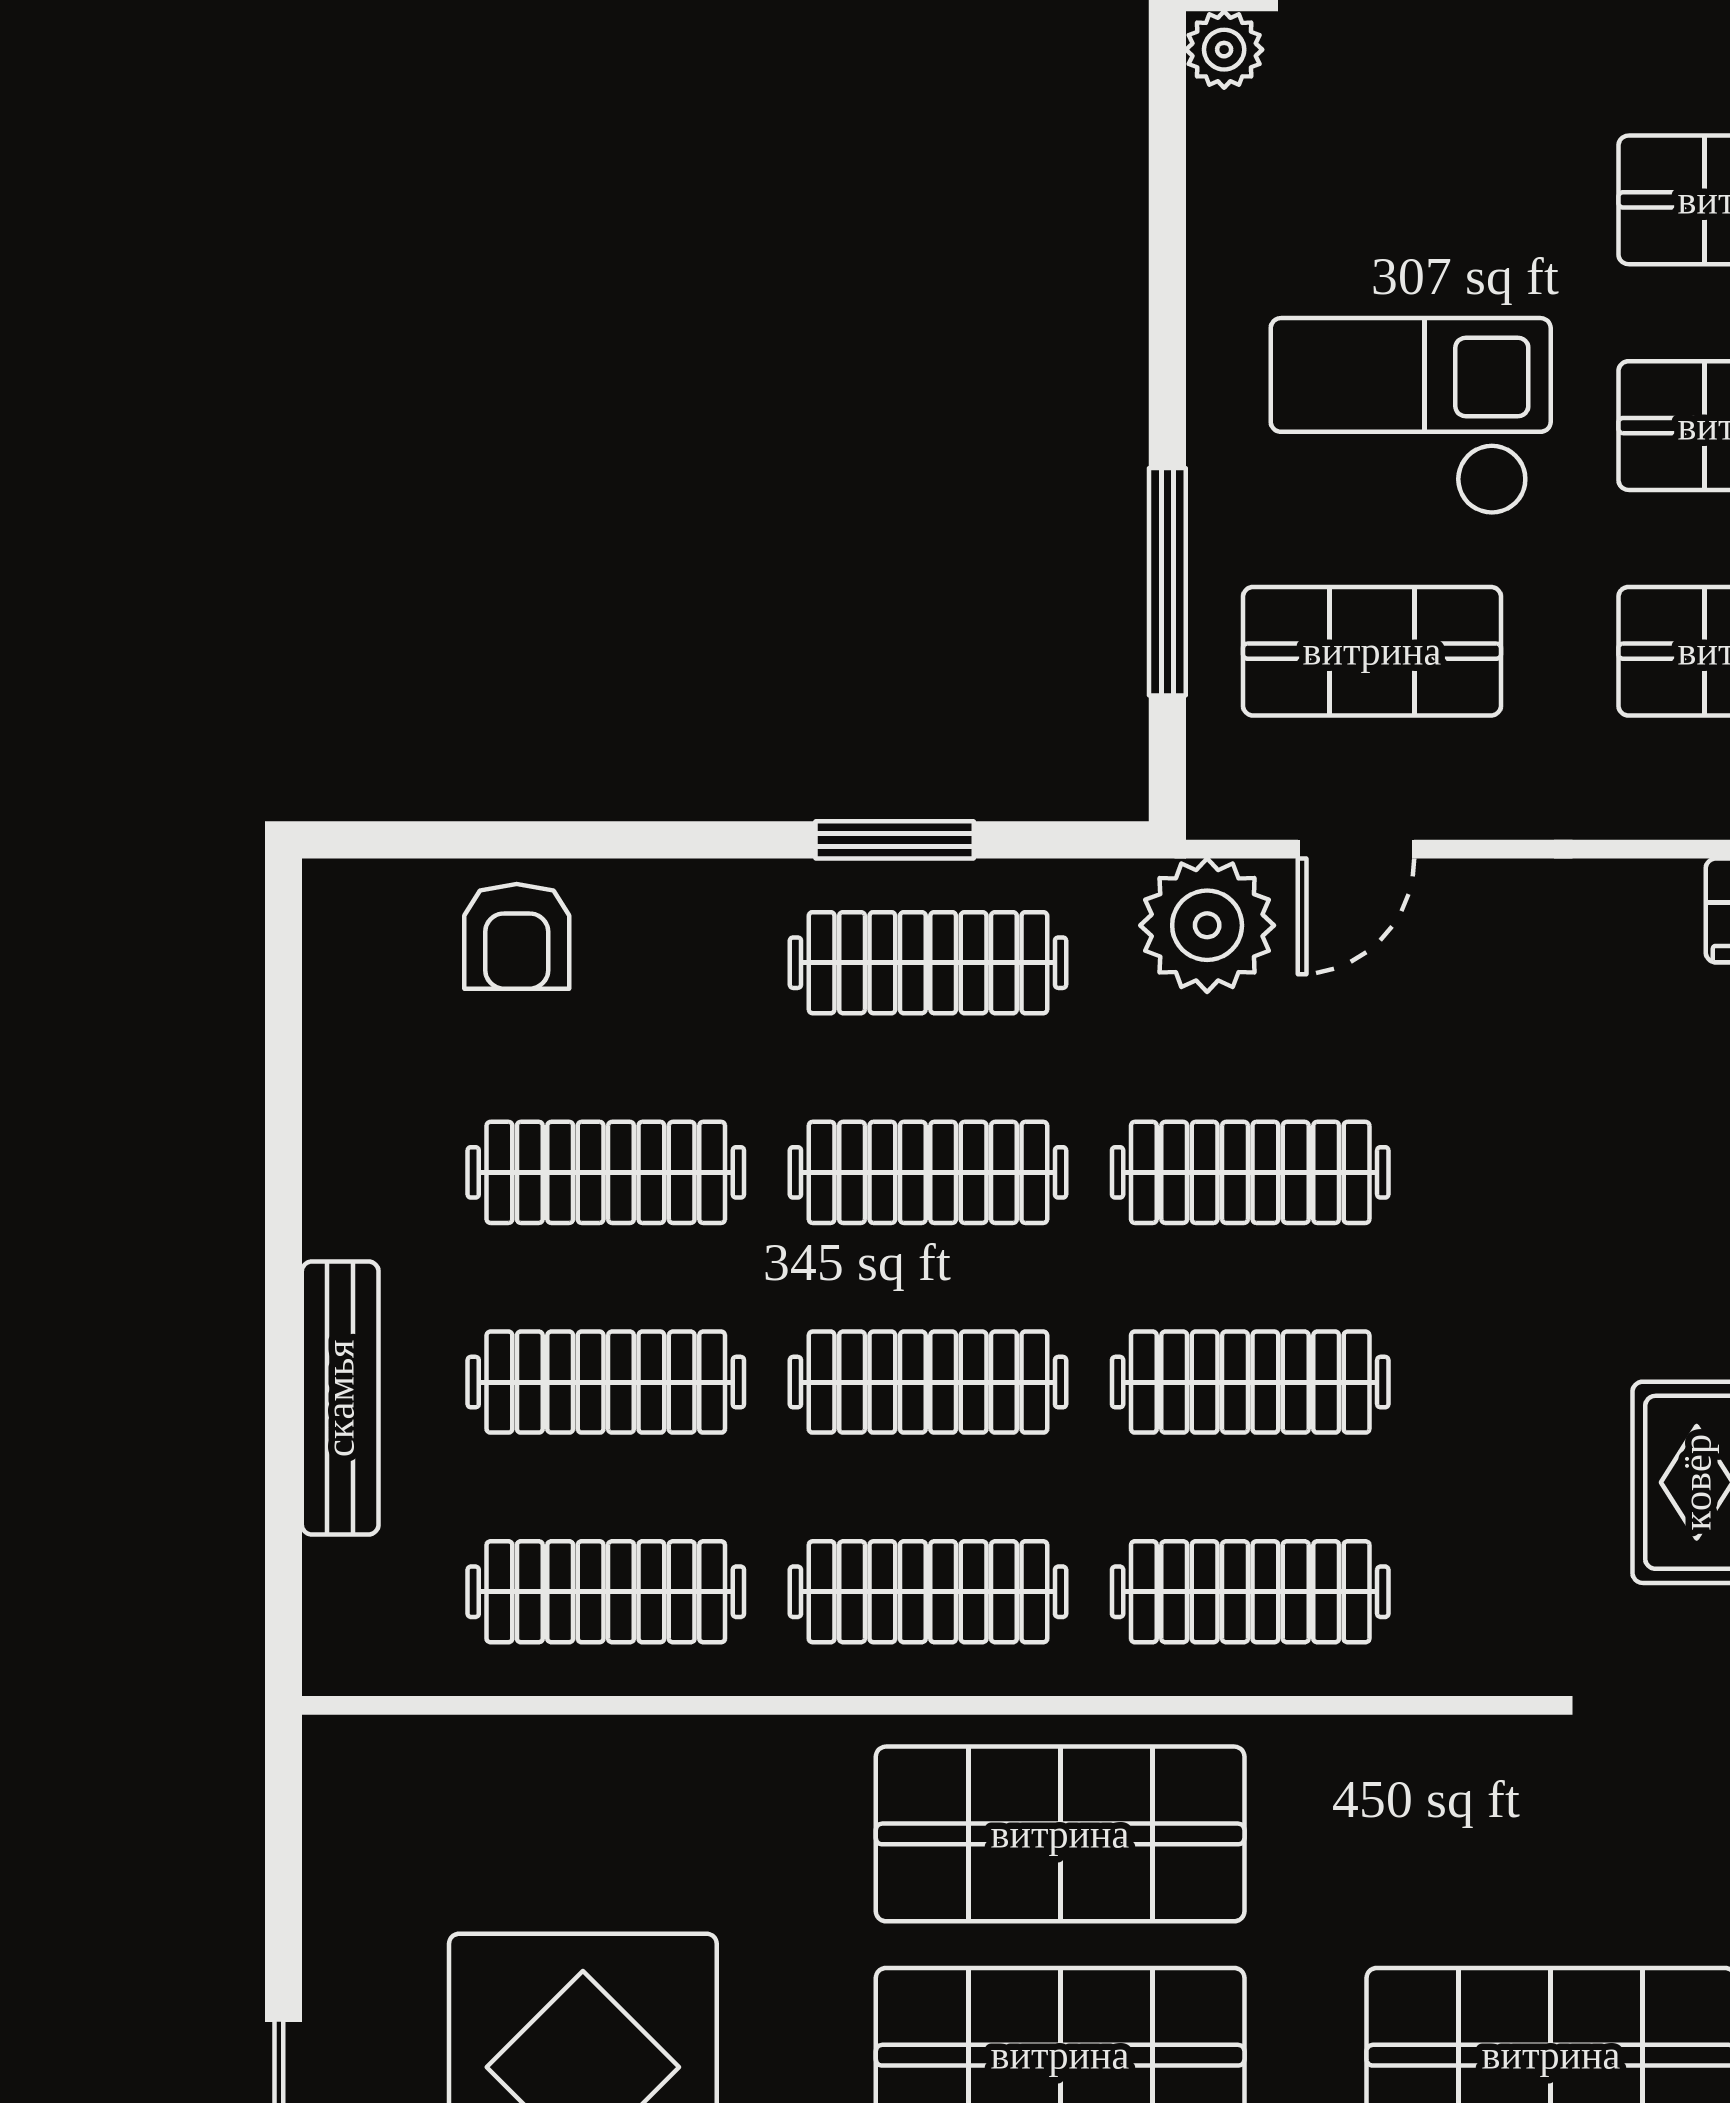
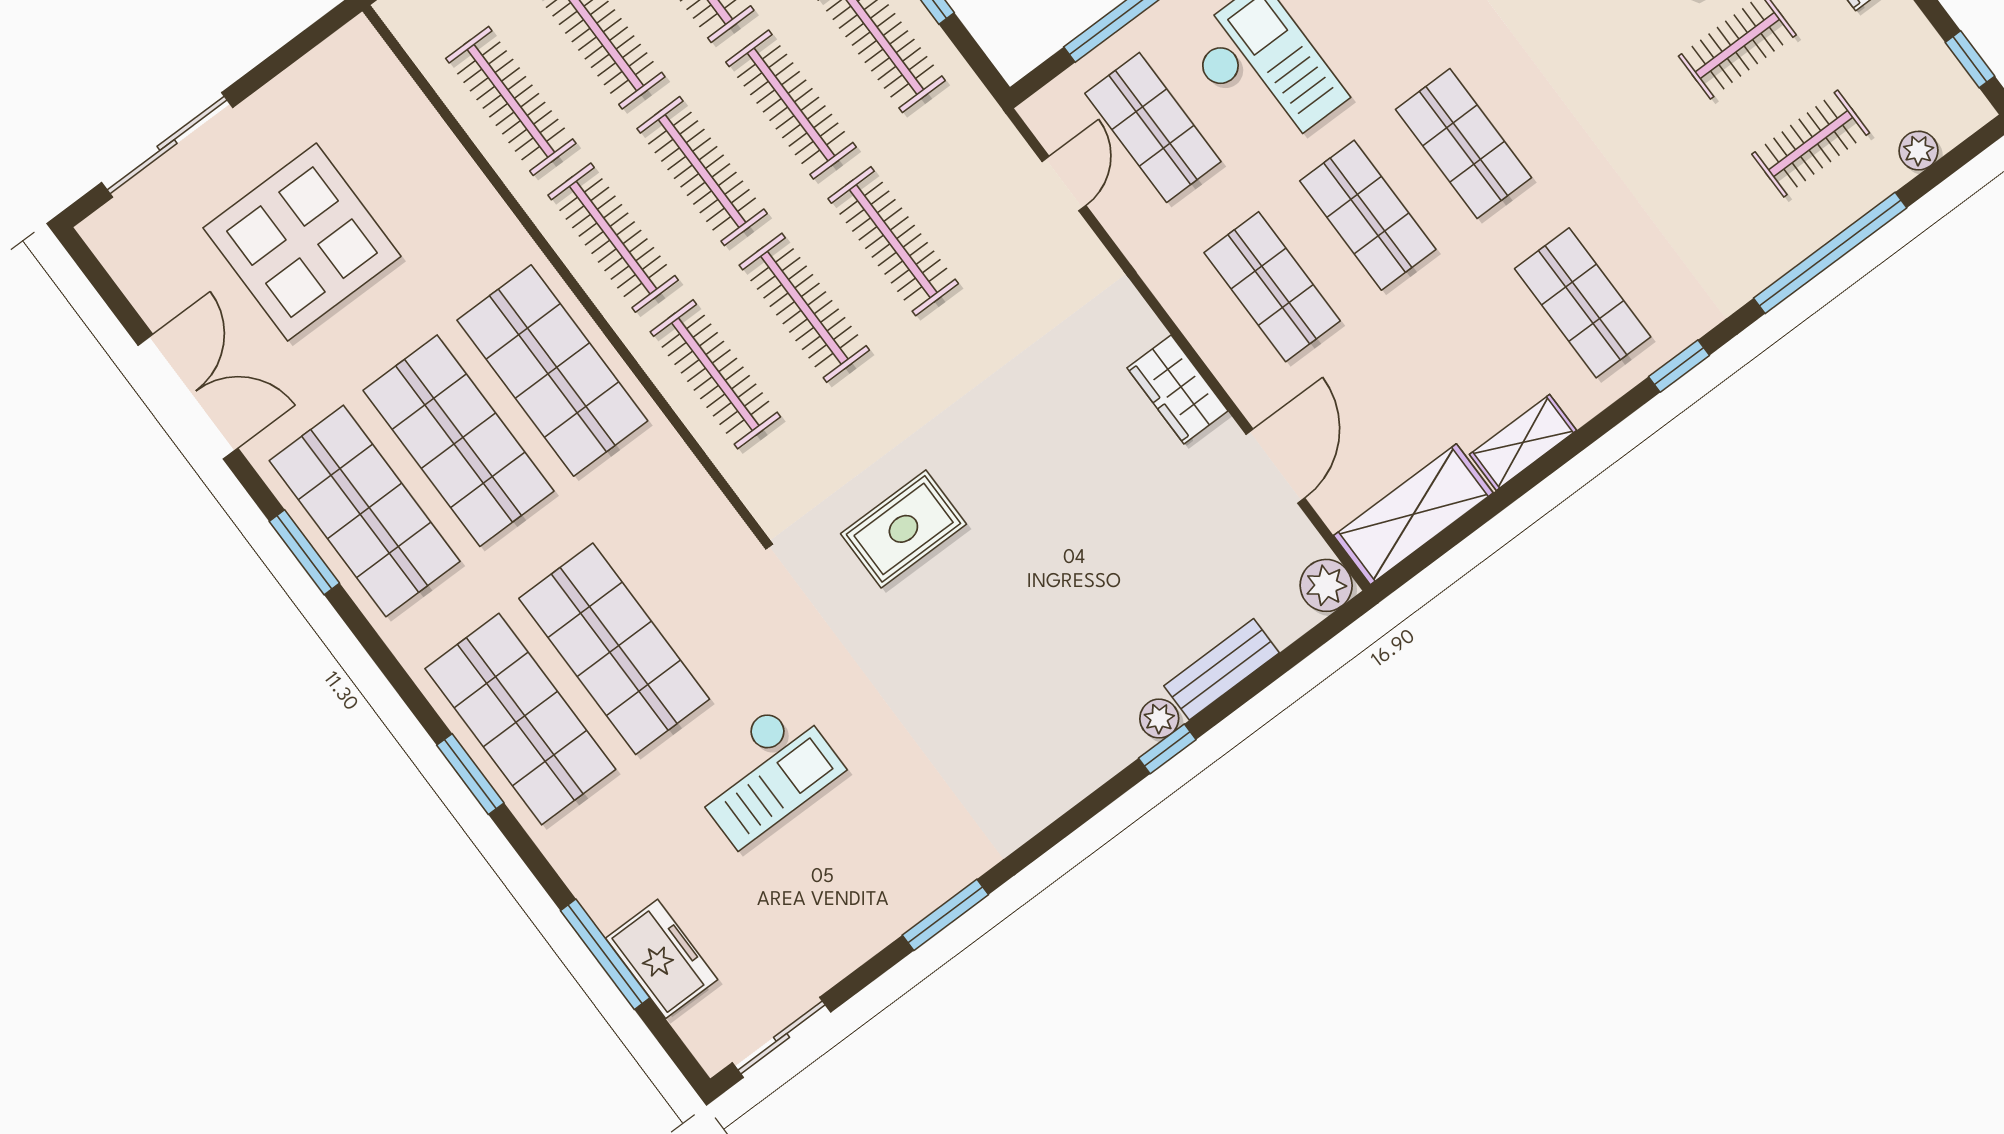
door: (1356, 849) -> (1064, 184), swing flipped
plant: (1207, 925) -> (984, 145), removed

